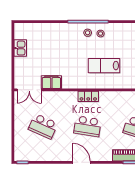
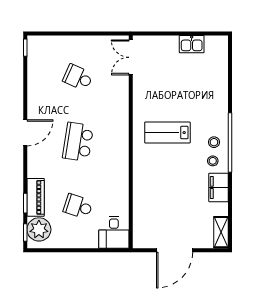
lab bench: (104, 66) -> (167, 133), moved, turned -90
filing cabinet: (51, 82) -> (219, 187), moved, turned 180
locker: (88, 96) -> (121, 143), removed
school desk: (43, 126) -> (78, 77), width x0.54

